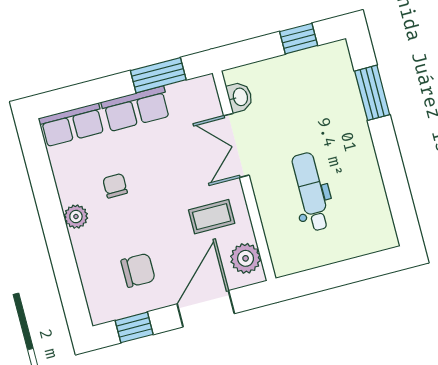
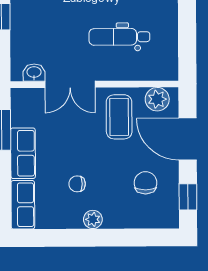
coffee table: (212, 217) -> (119, 117), width x1.36, depth x1.30

